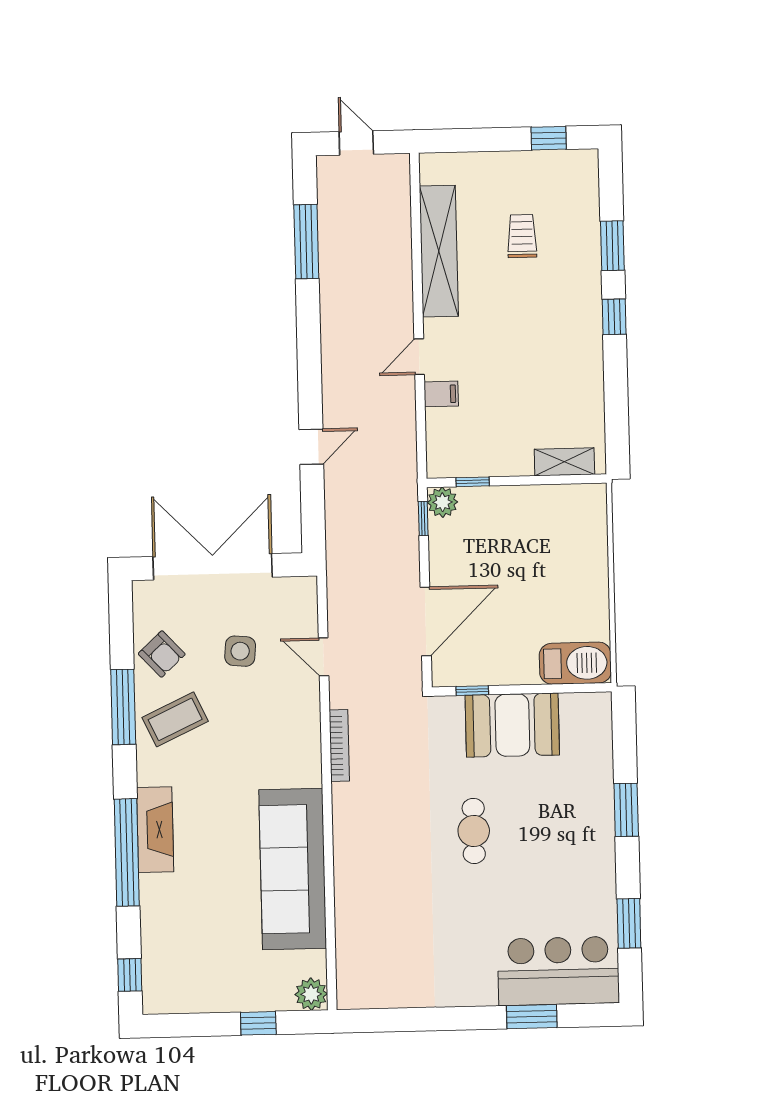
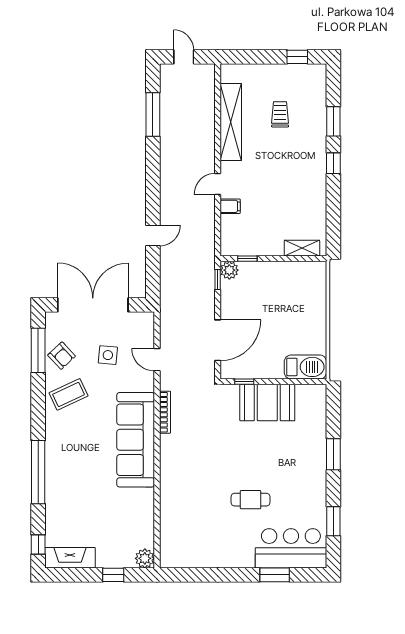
window: (123, 707) -> (38, 350), moved
fireplace: (155, 830) -> (70, 558), moved, turned -90
cafe table: (474, 831) -> (251, 500), moved, turned 90
sofa: (293, 869) -> (136, 440), moved

